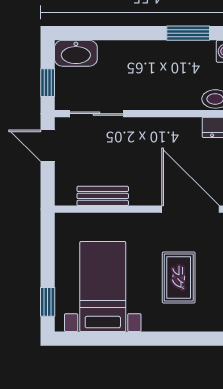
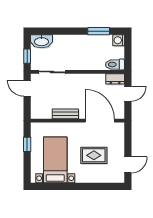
bench: (103, 196) -> (65, 114), moved
rug: (179, 277) -> (94, 155), turned 90
window: (48, 302) -> (27, 144), moved

